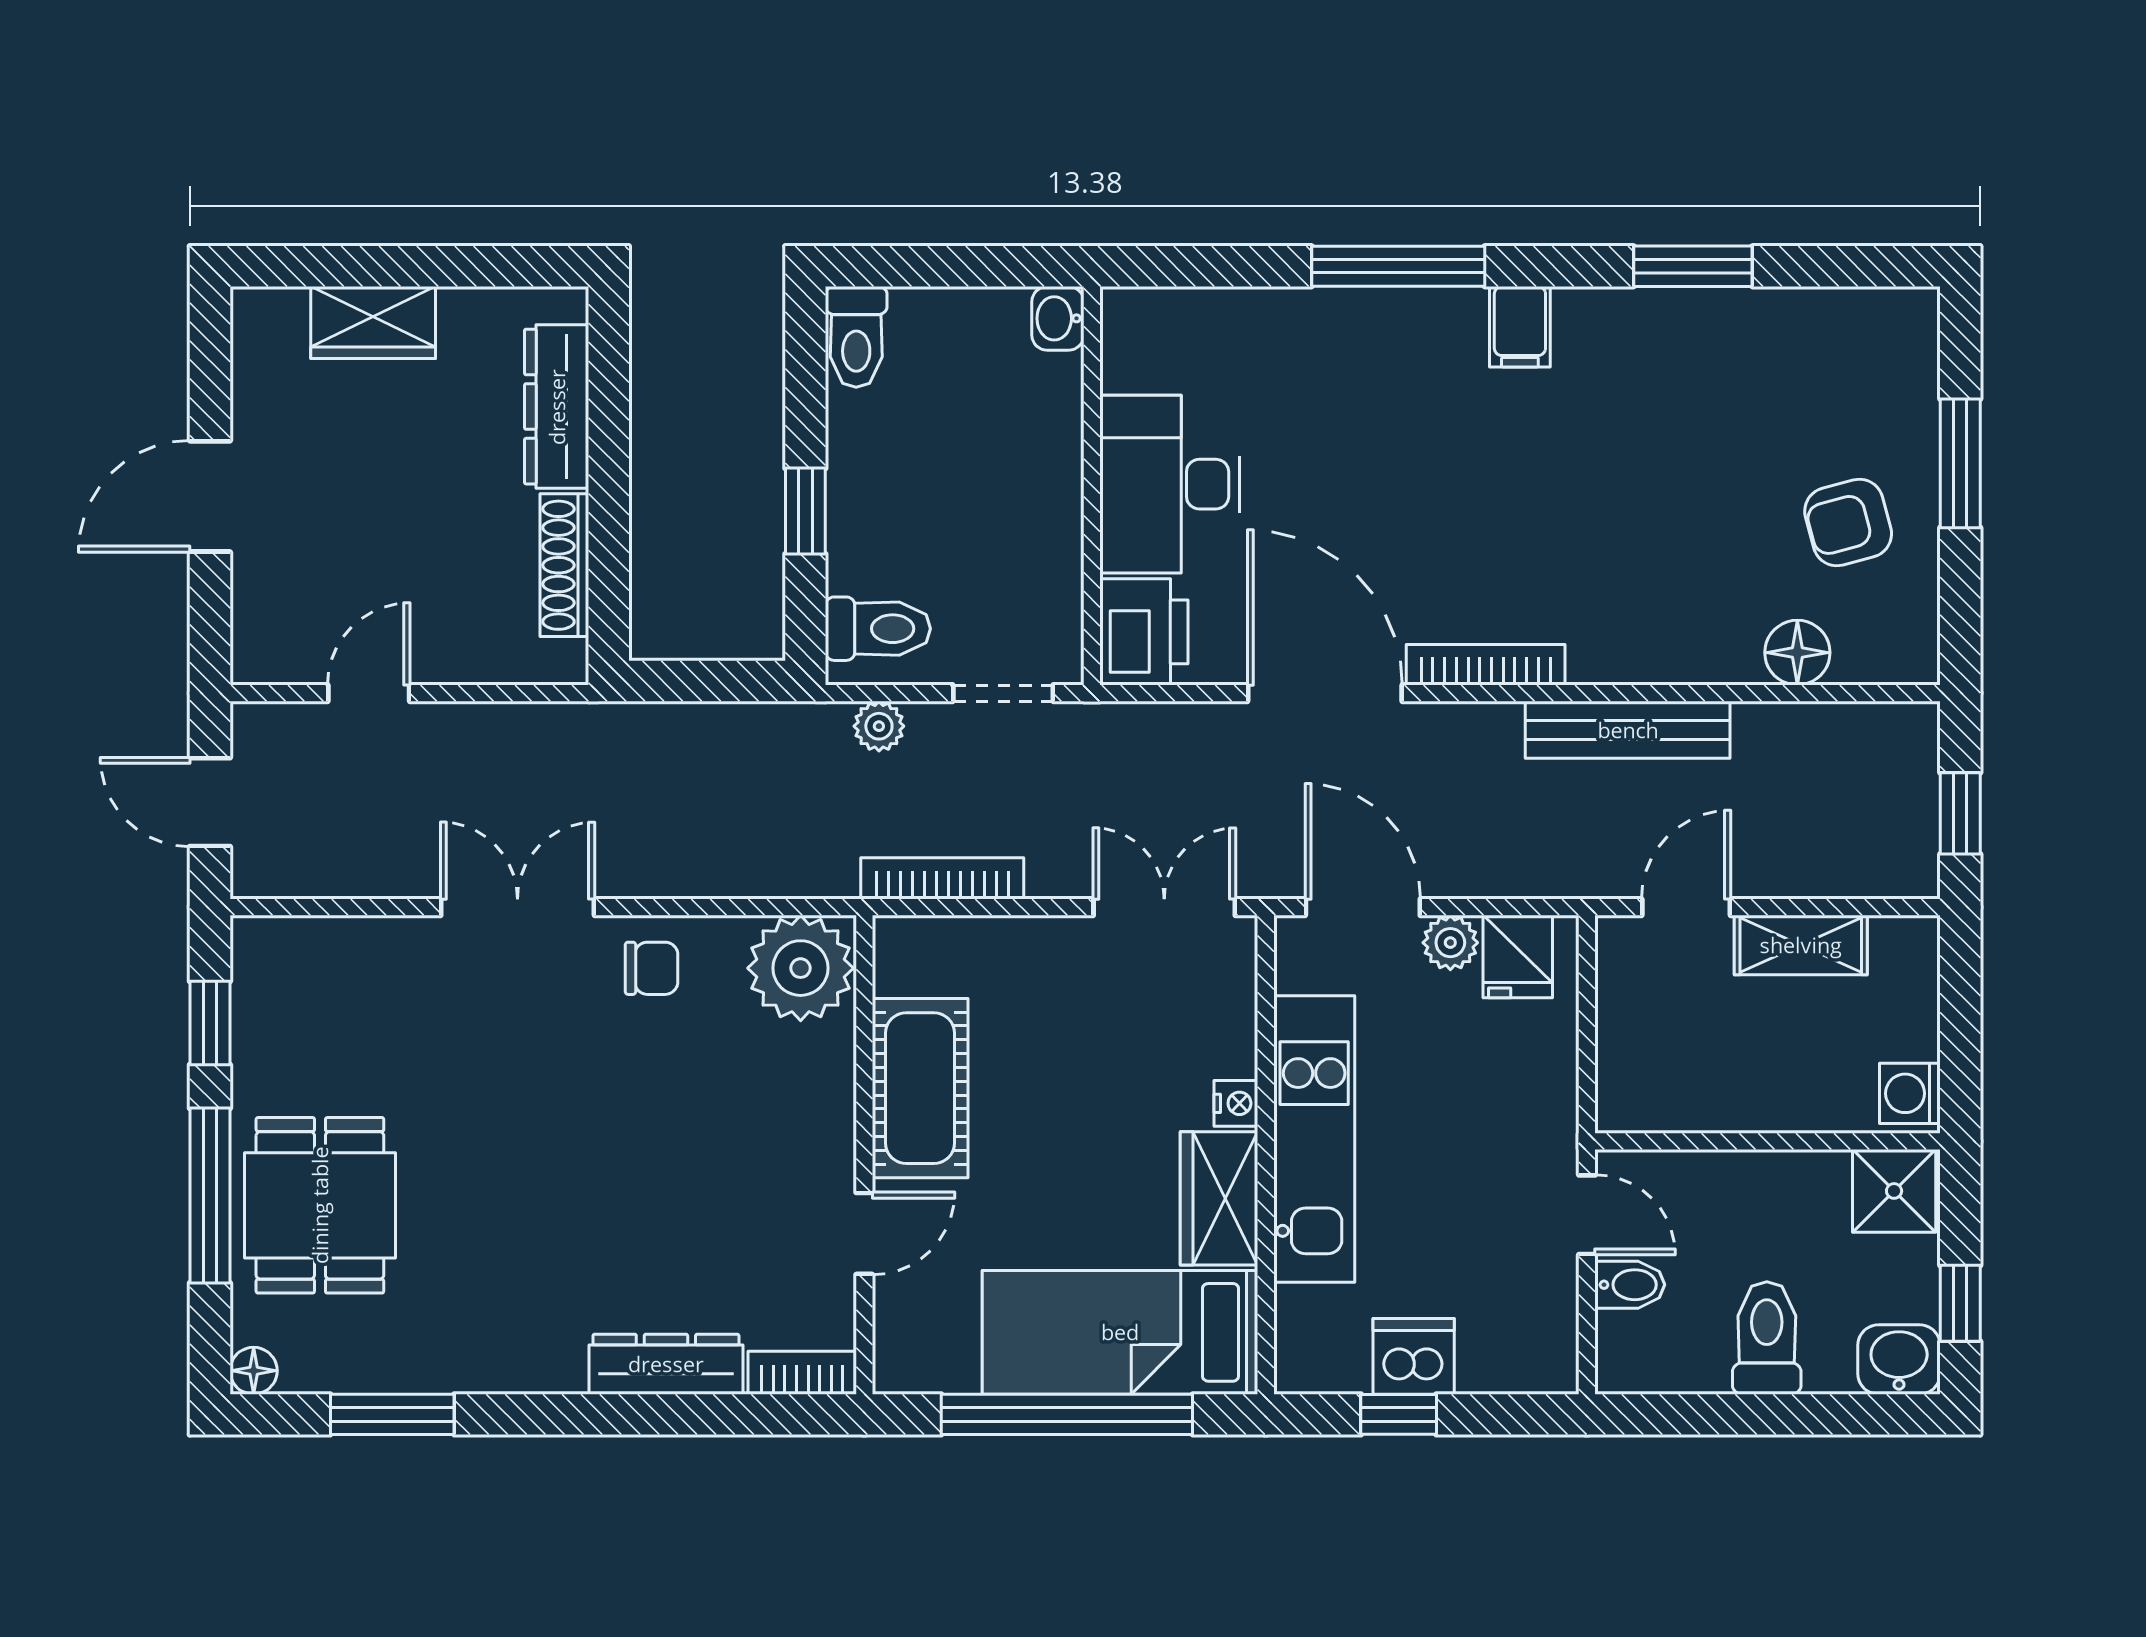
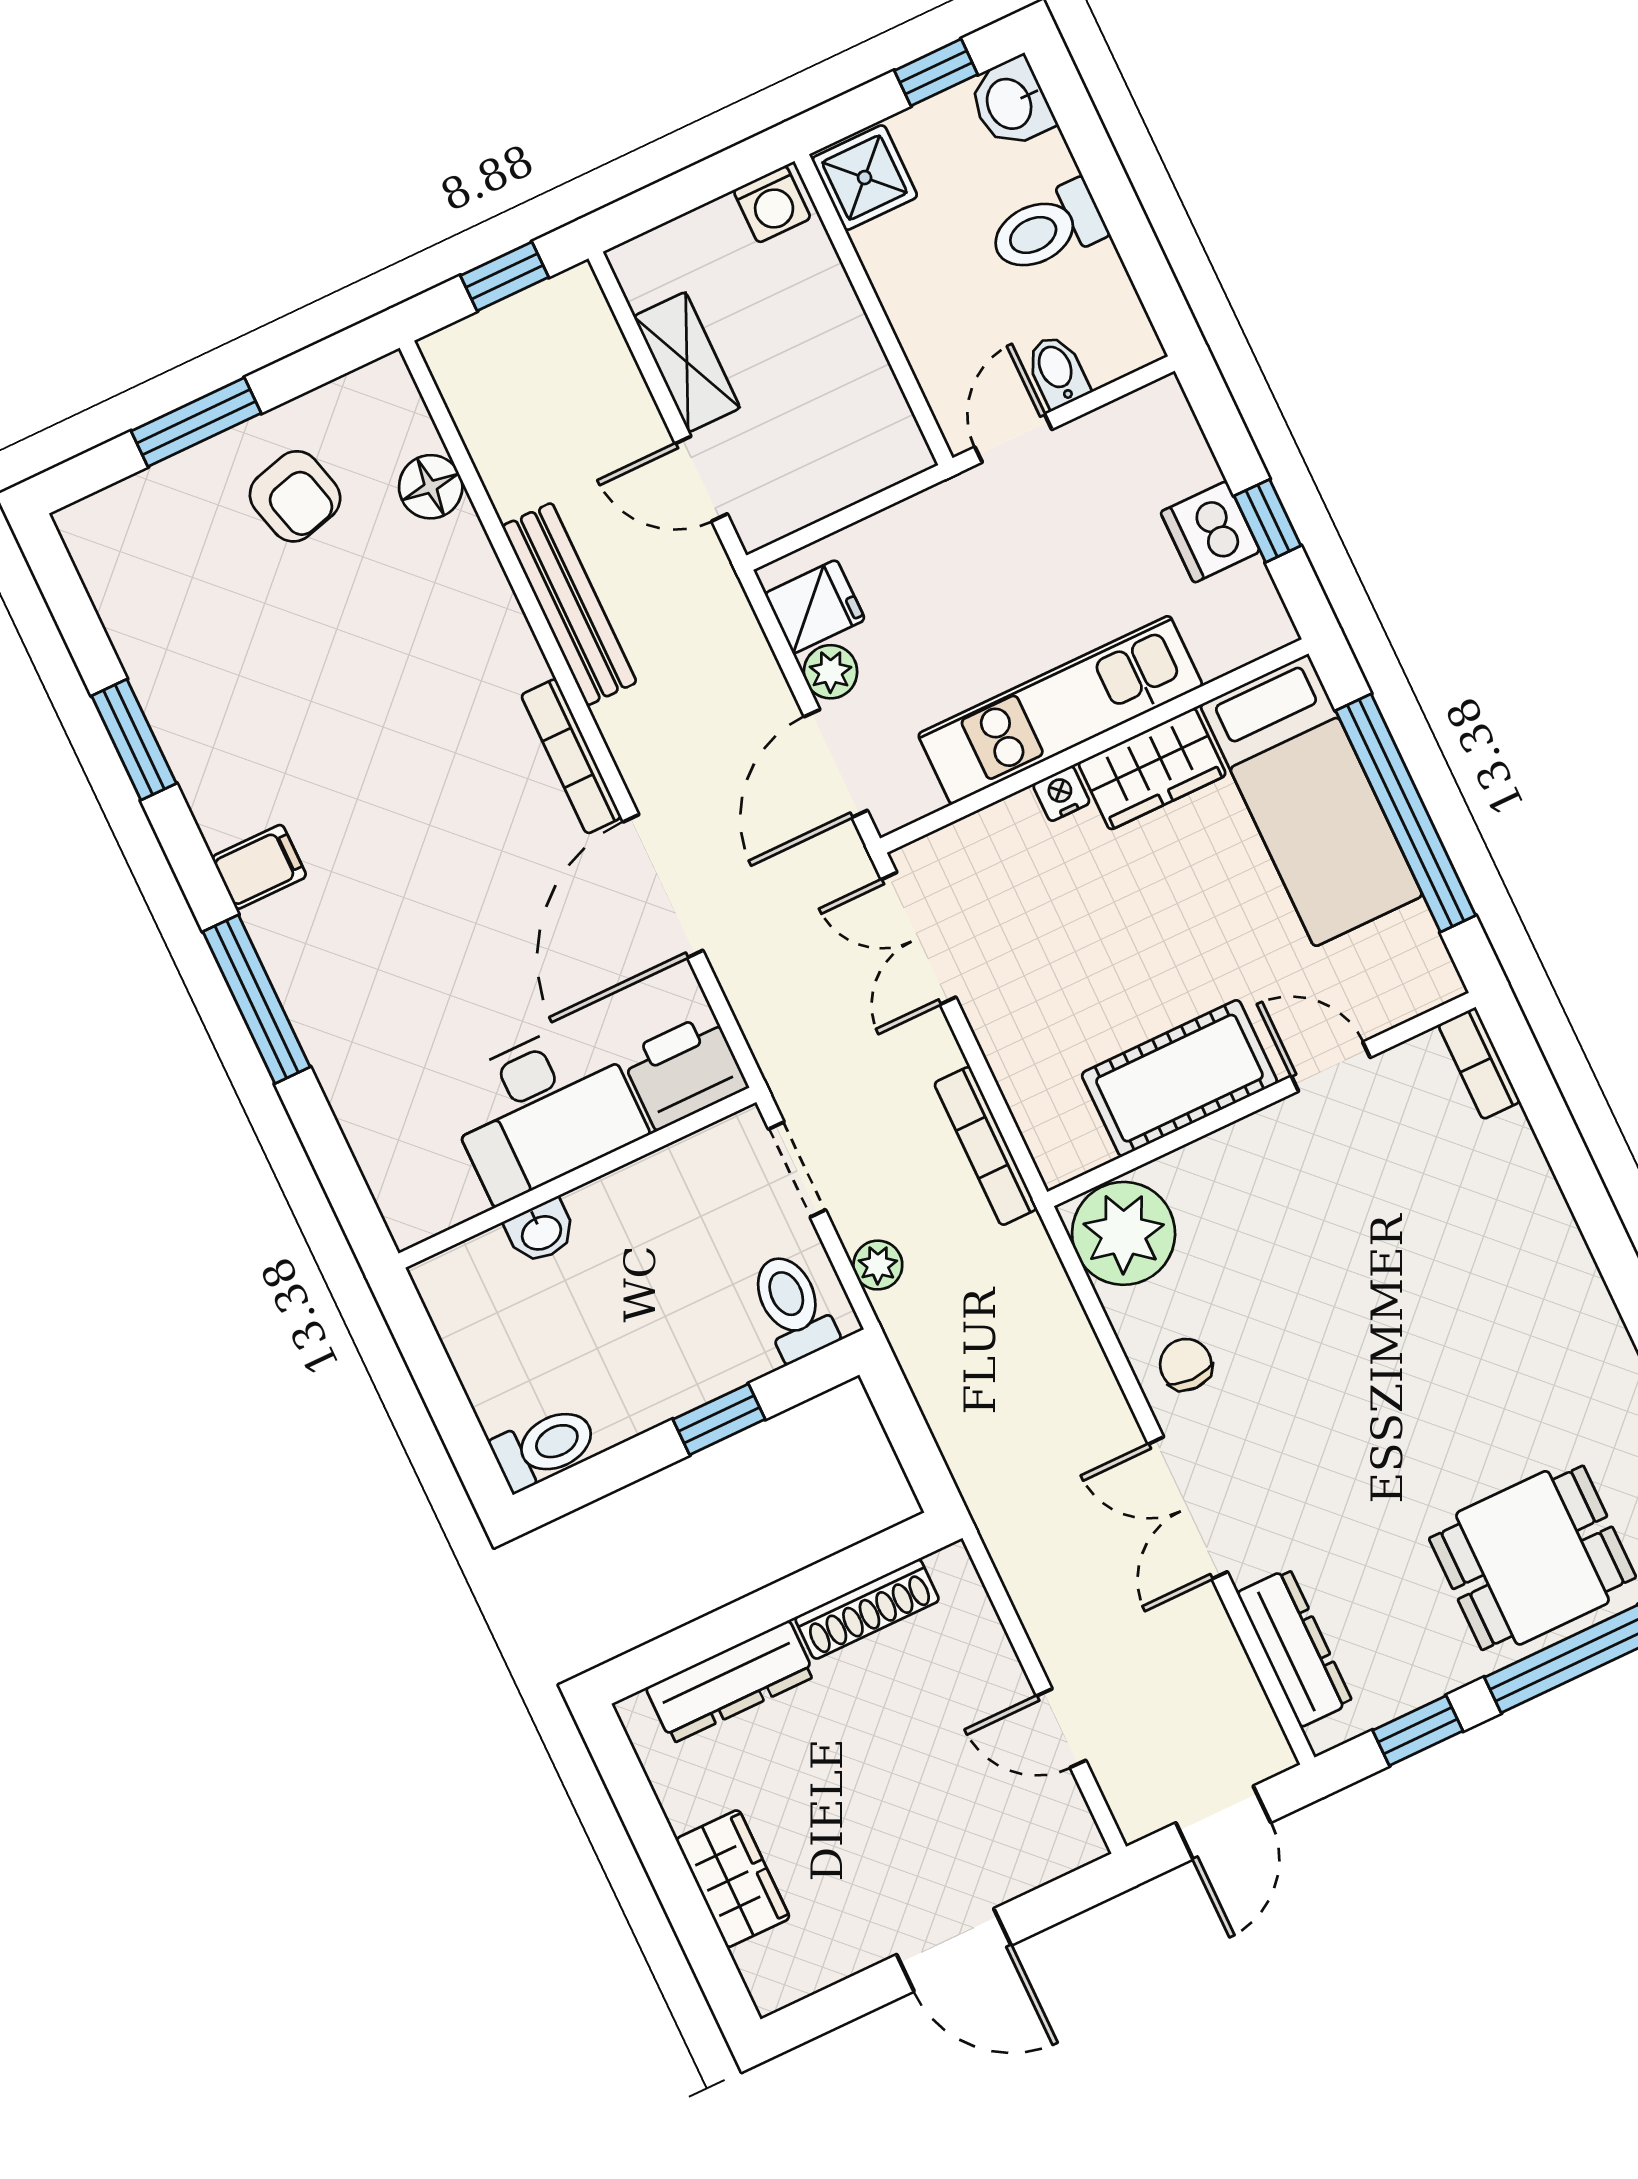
washbasin: (1058, 318) -> (541, 1232), moved
dresser: (666, 1364) -> (1295, 1648), moved, turned 180

